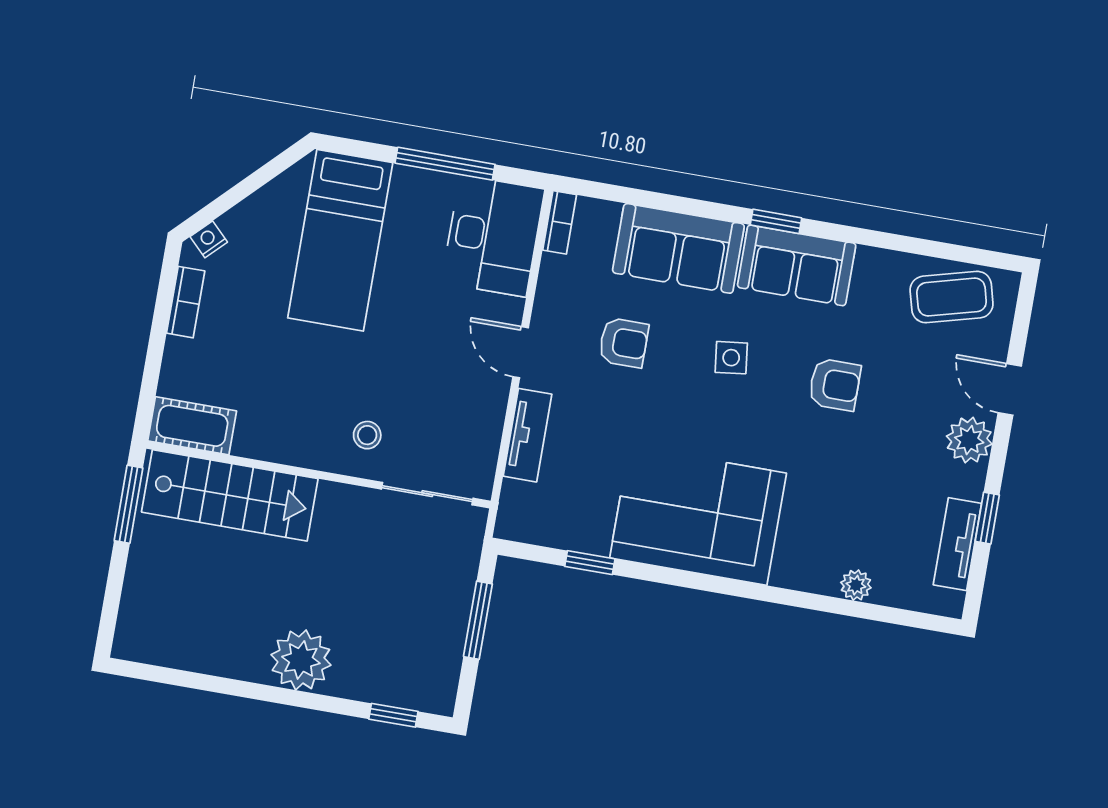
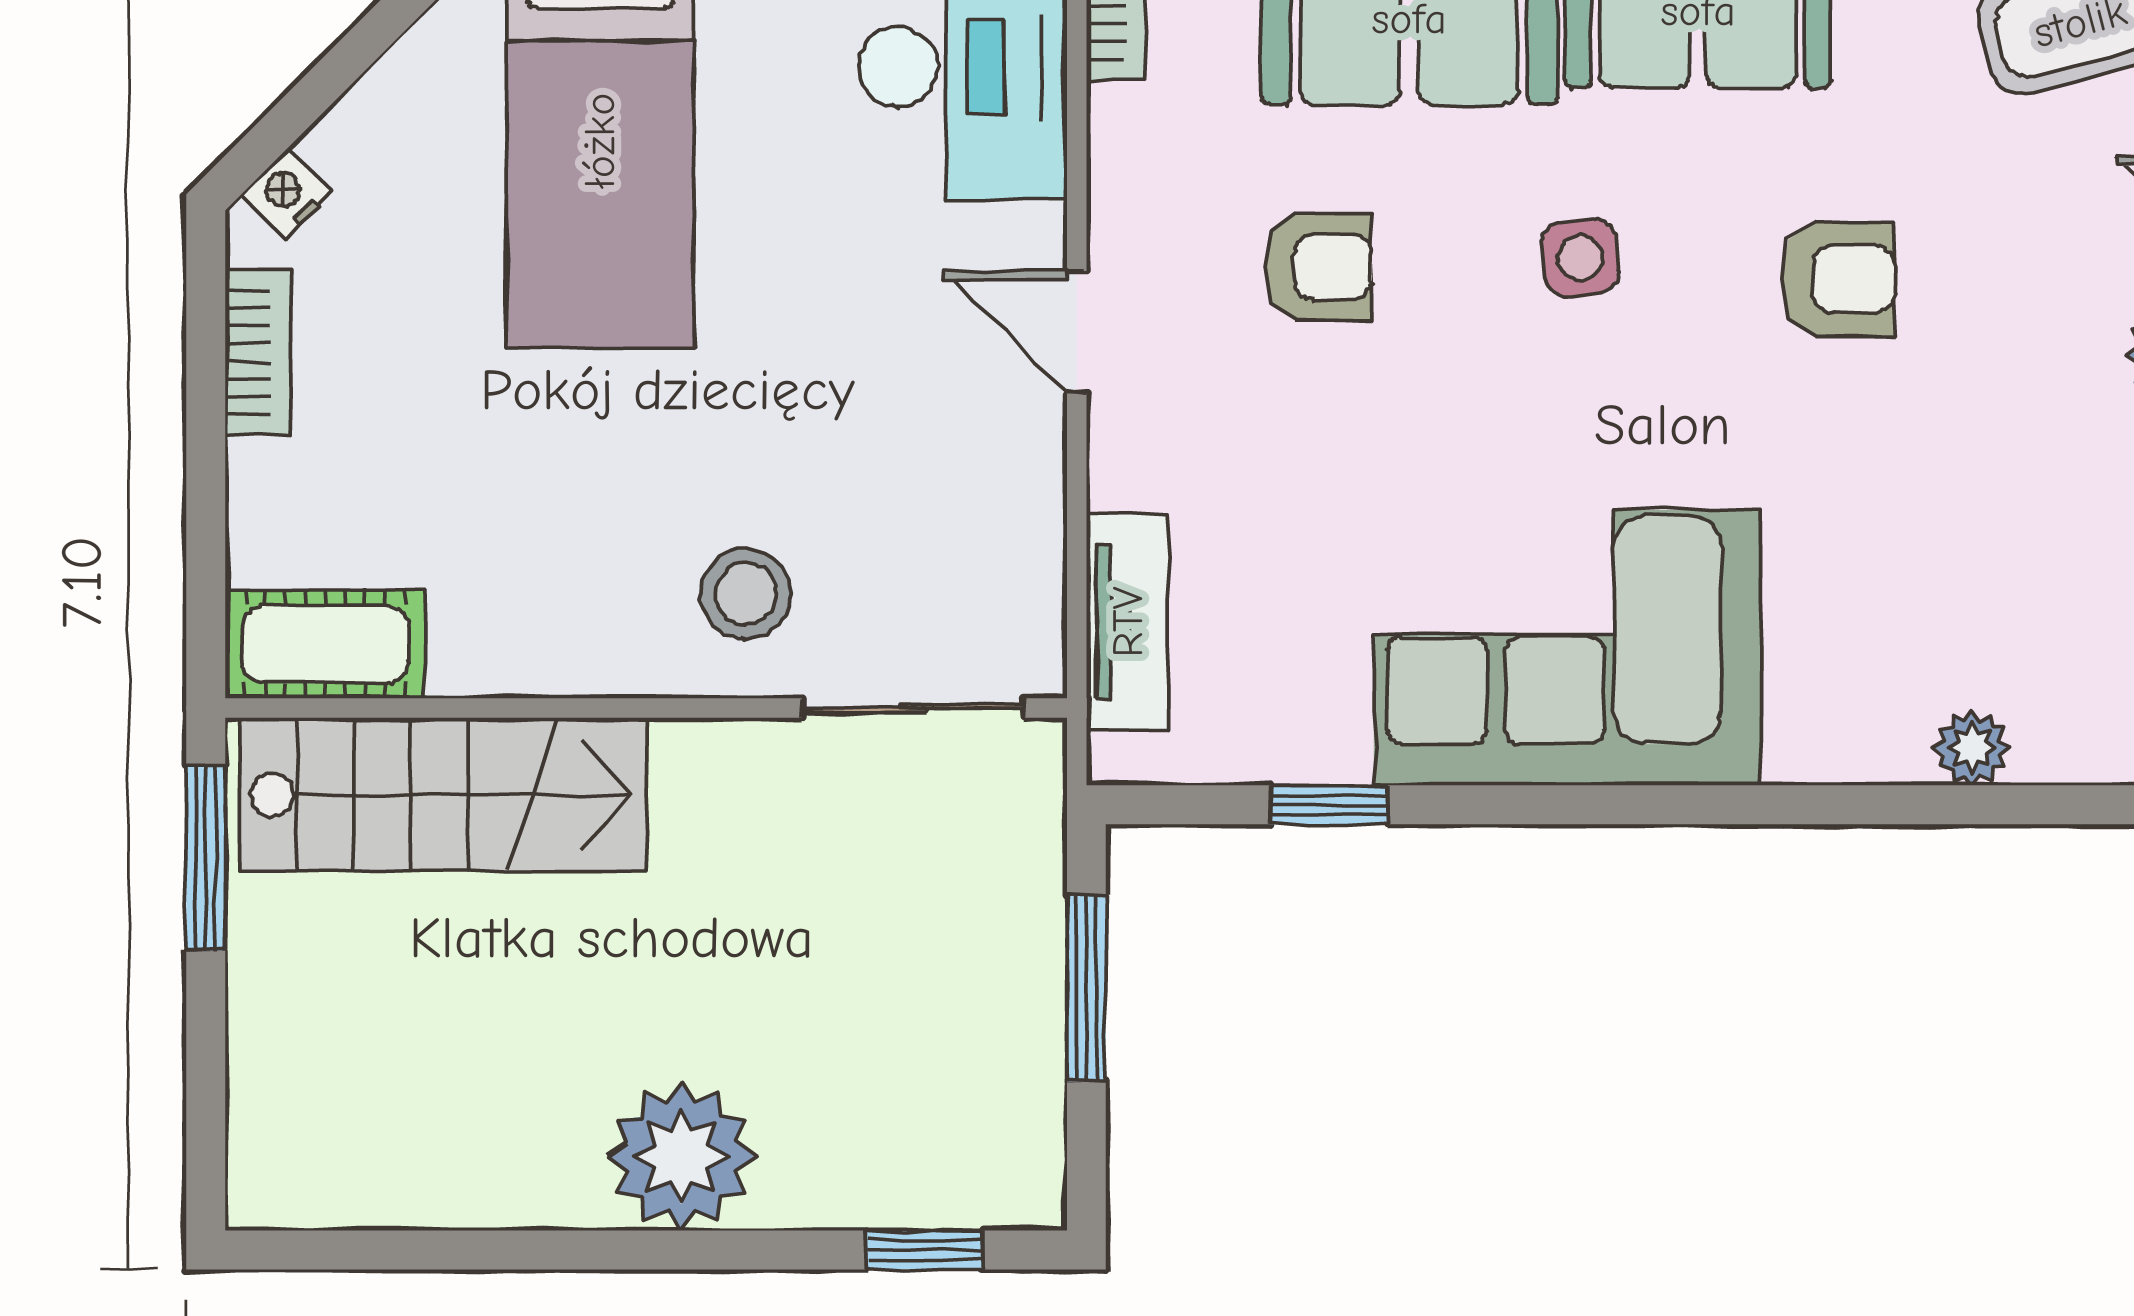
stool: (367, 435) -> (746, 594), width x1.37, depth x1.37
tv unit: (528, 435) -> (1128, 622), moved

